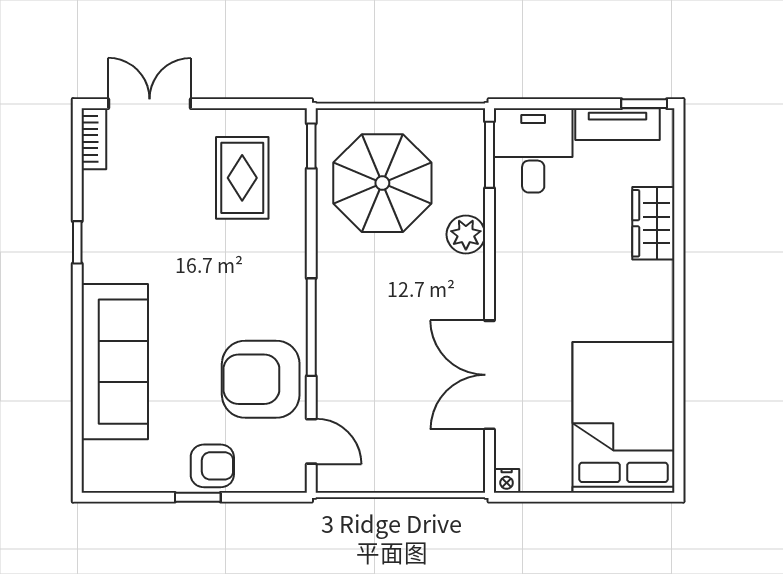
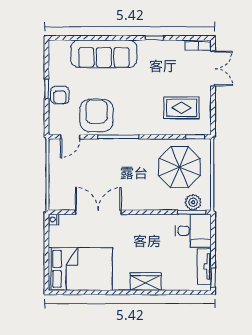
wardrobe: (653, 223) -> (146, 282), moved
plant: (466, 234) -> (193, 202), moved

